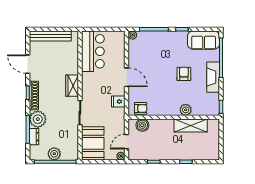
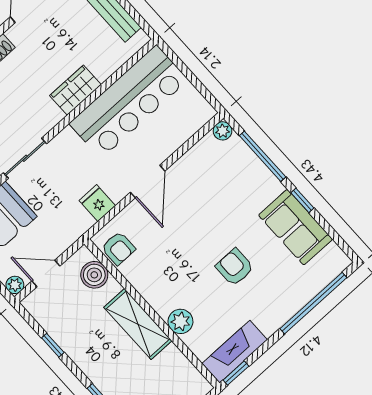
sofa: (204, 40) -> (295, 227), moved
bar counter: (93, 51) -> (129, 102), width x1.36
armchair: (184, 74) -> (235, 267), turned -90
fireplace: (213, 77) -> (235, 352), moved
wardrobe: (72, 86) -> (75, 90), moved
shelving: (191, 125) -> (138, 324), moved

